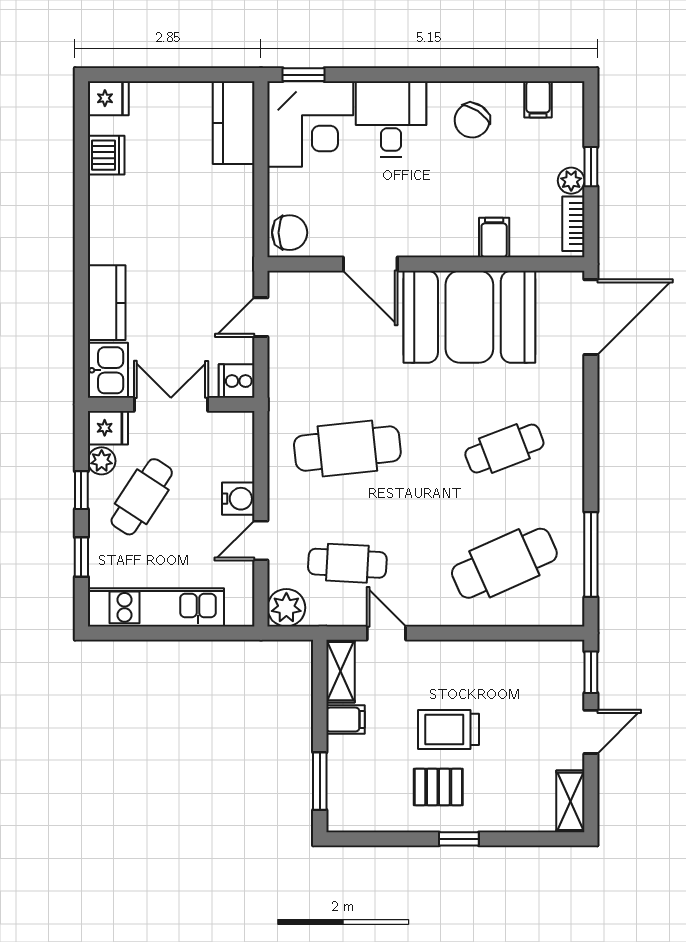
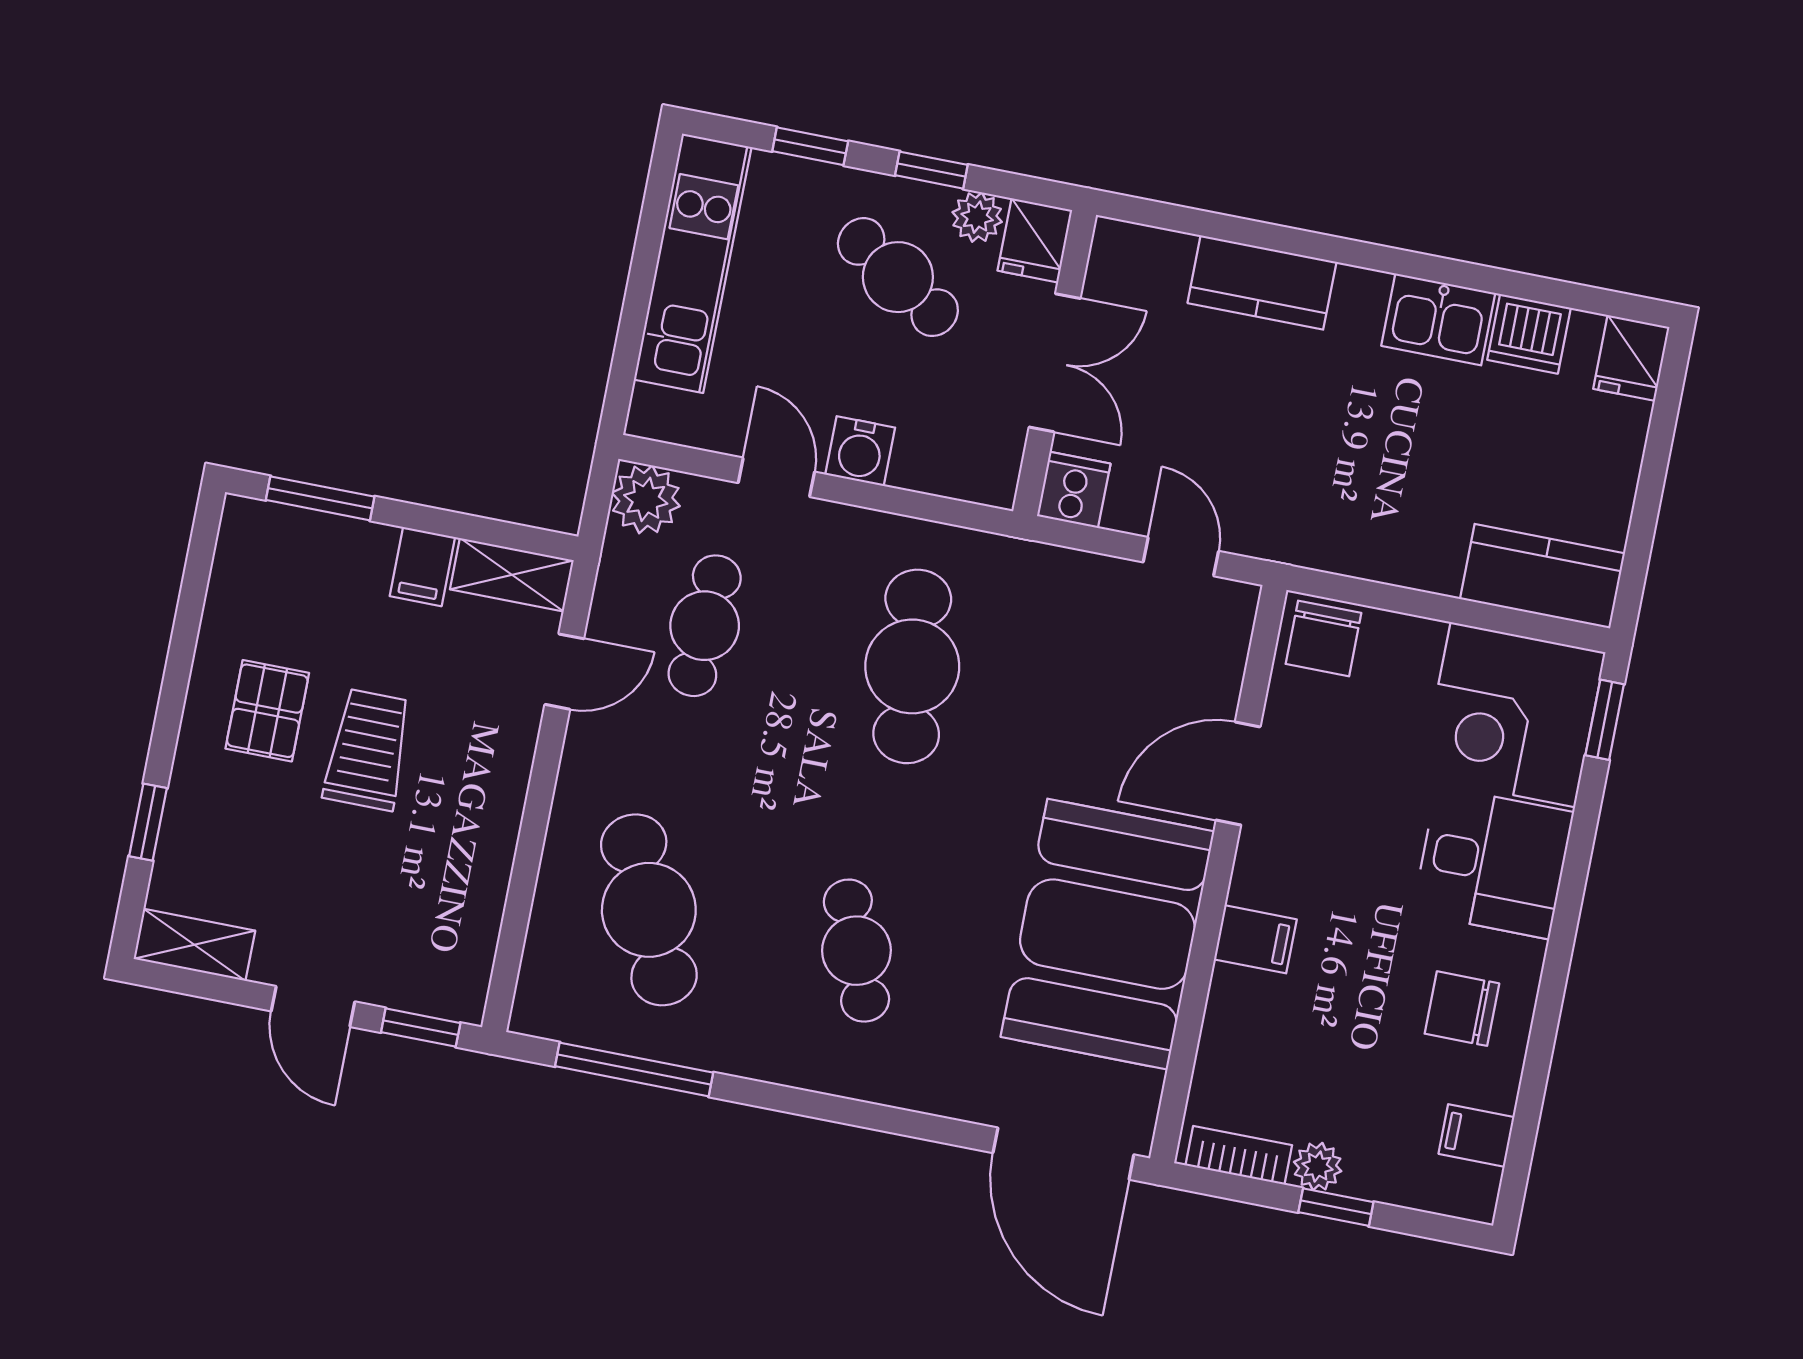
chair: (472, 120) -> (1462, 1009), turned -34
filing cabinet: (494, 237) -> (1255, 939), moved
kitchen sink: (108, 370) -> (1438, 319), moved
window: (459, 839) -> (148, 822), moved

